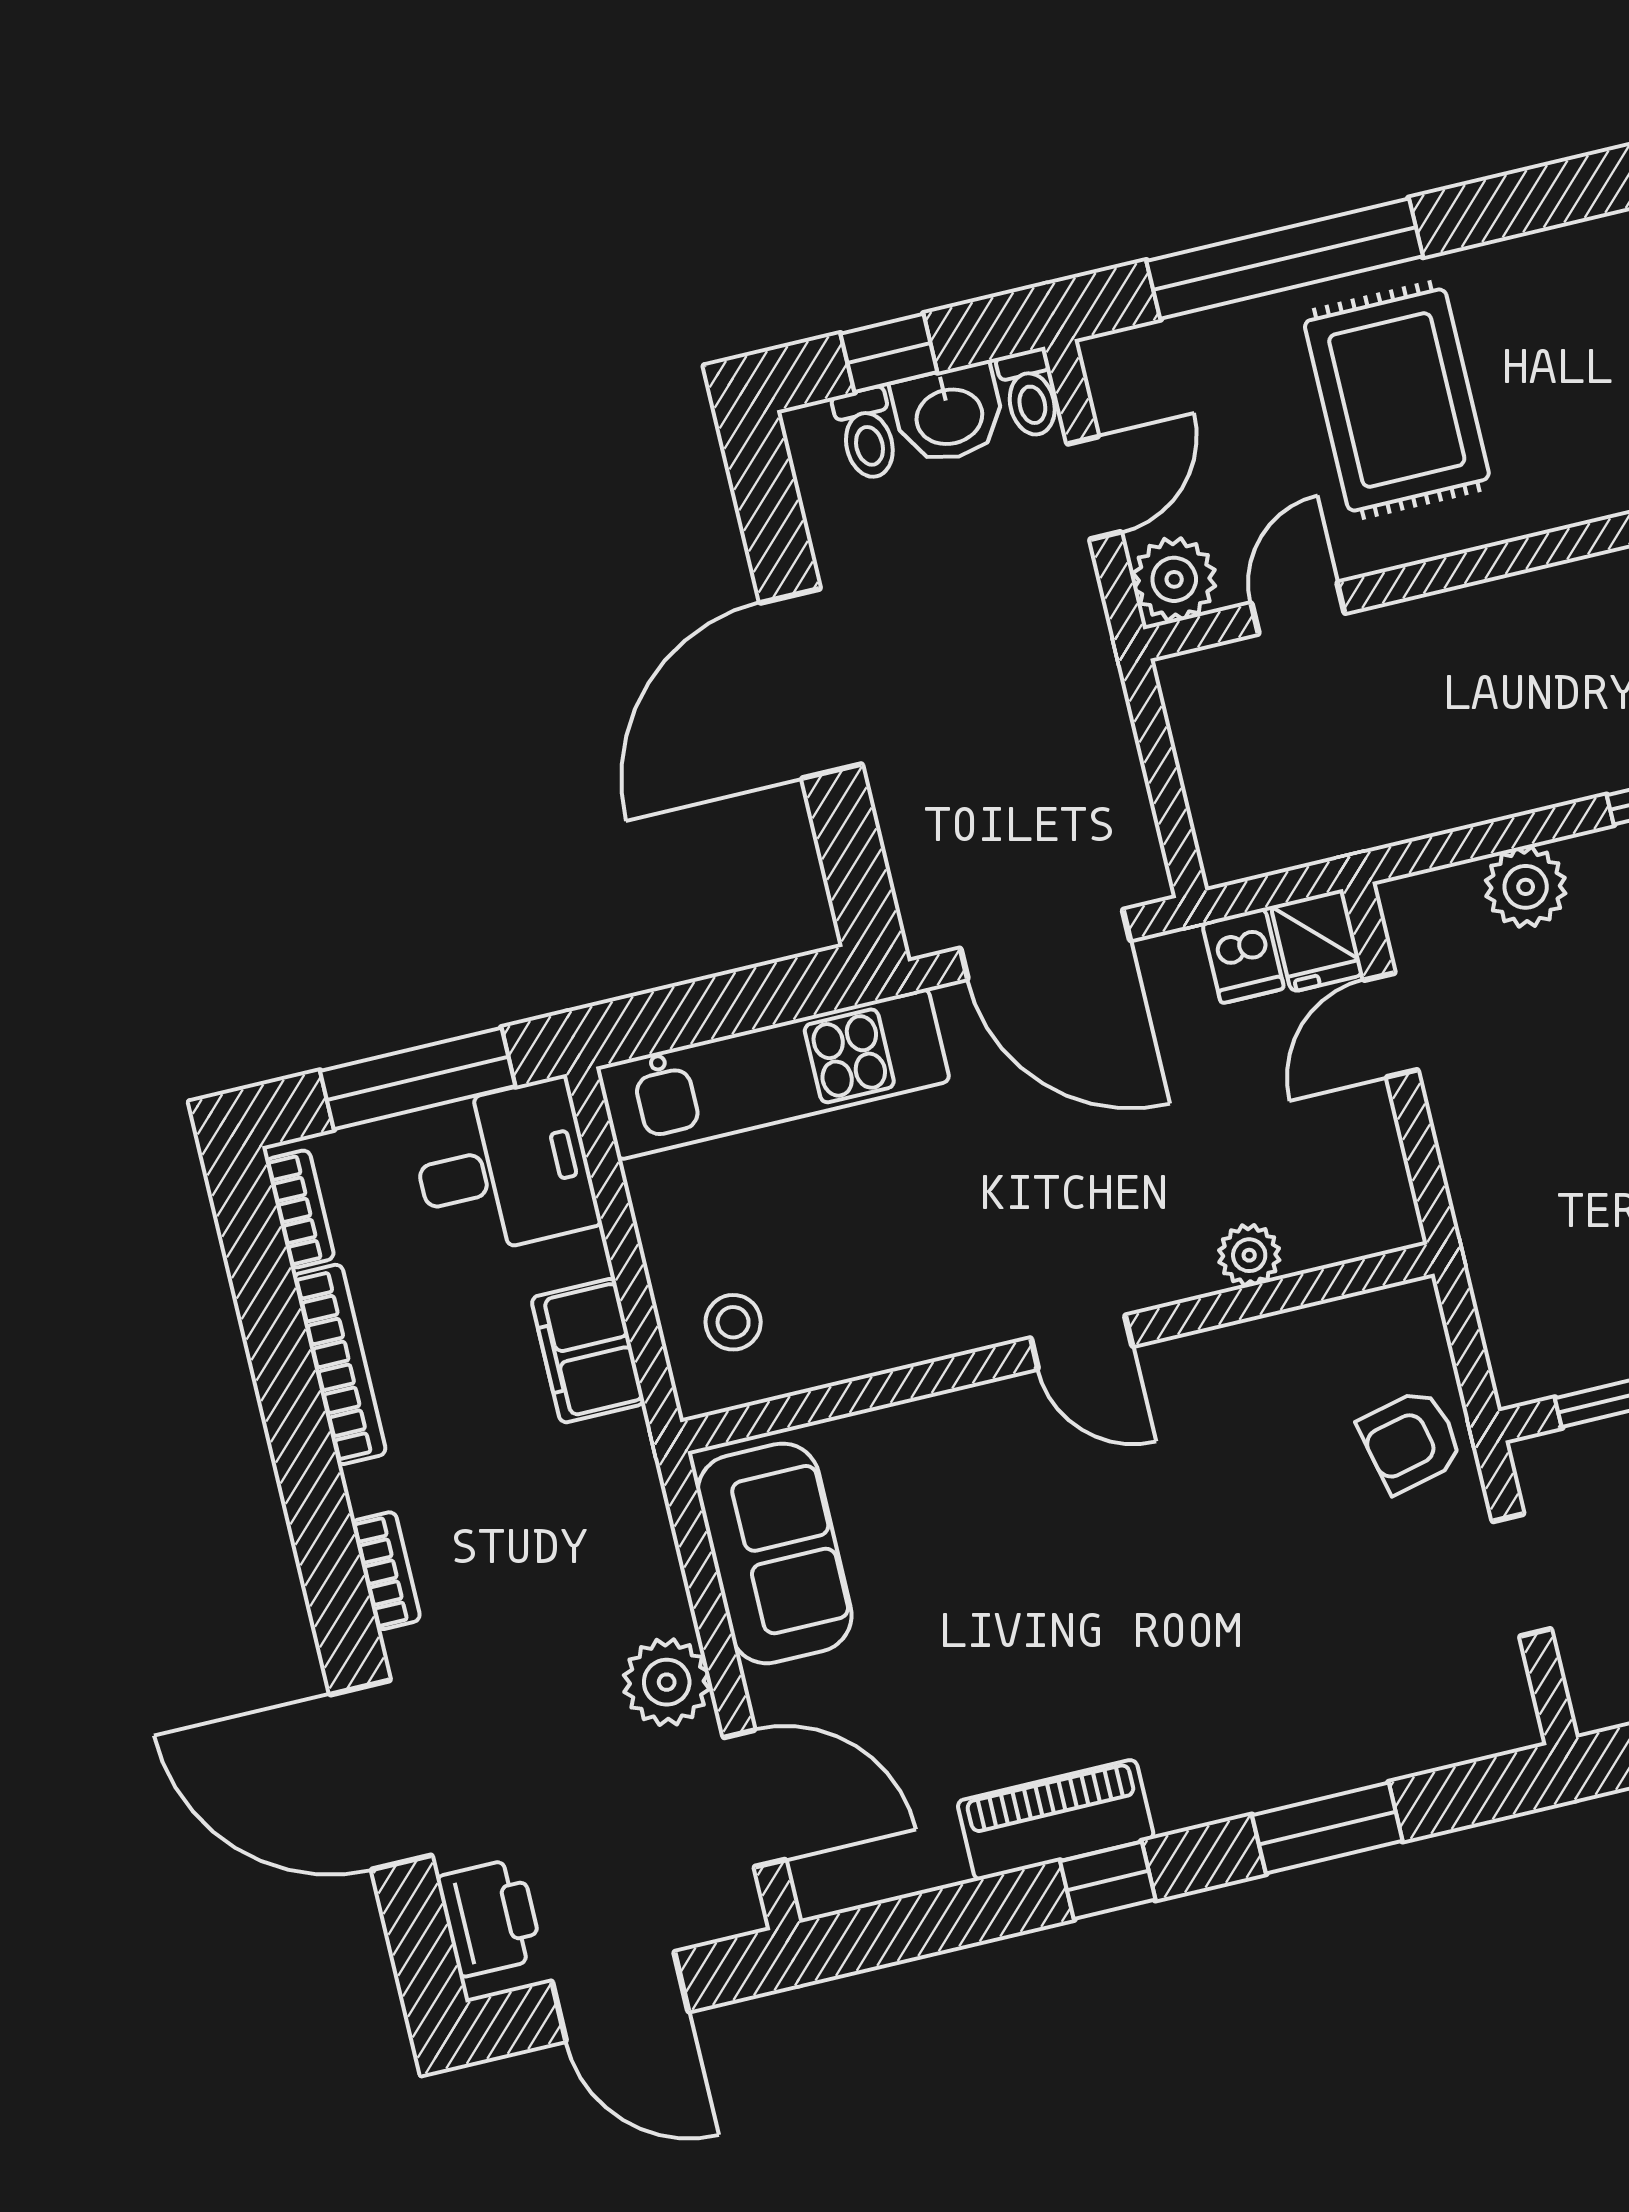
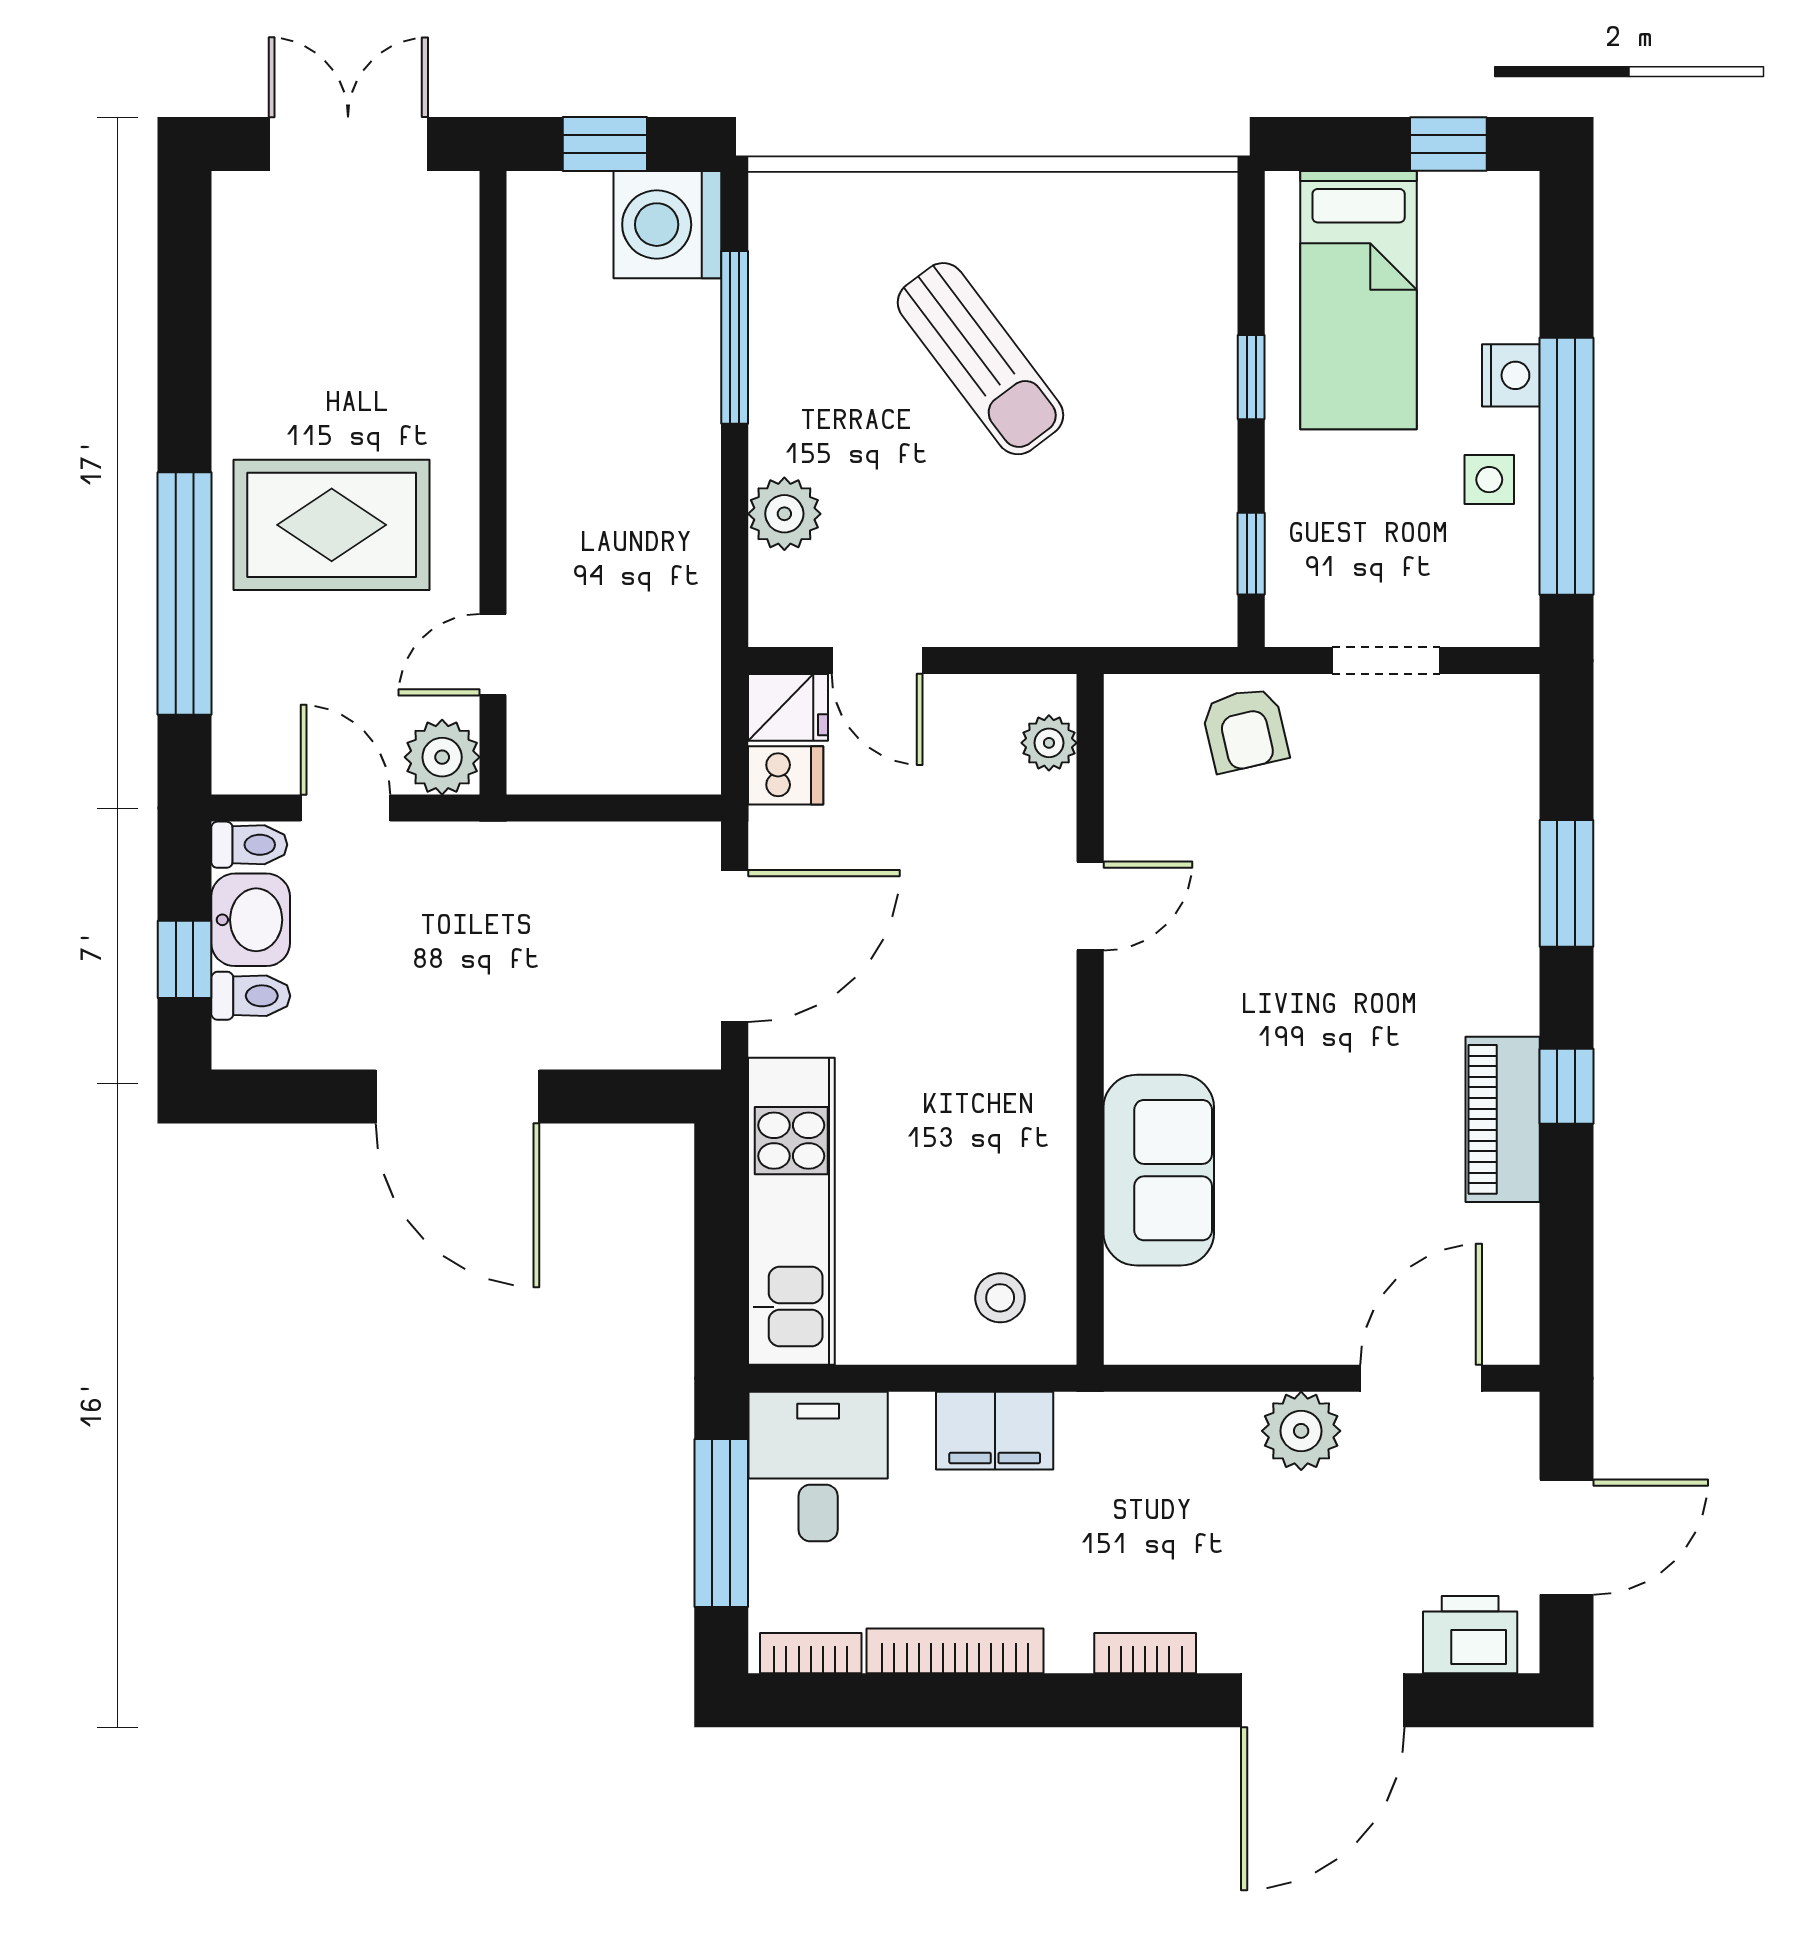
door: (1298, 608) -> (493, 655), hinge flipped
plant: (1249, 1255) -> (1049, 743), moved
door: (1082, 1342) -> (1090, 906), moved
sofa: (775, 1553) -> (1159, 1170), moved, turned 90

